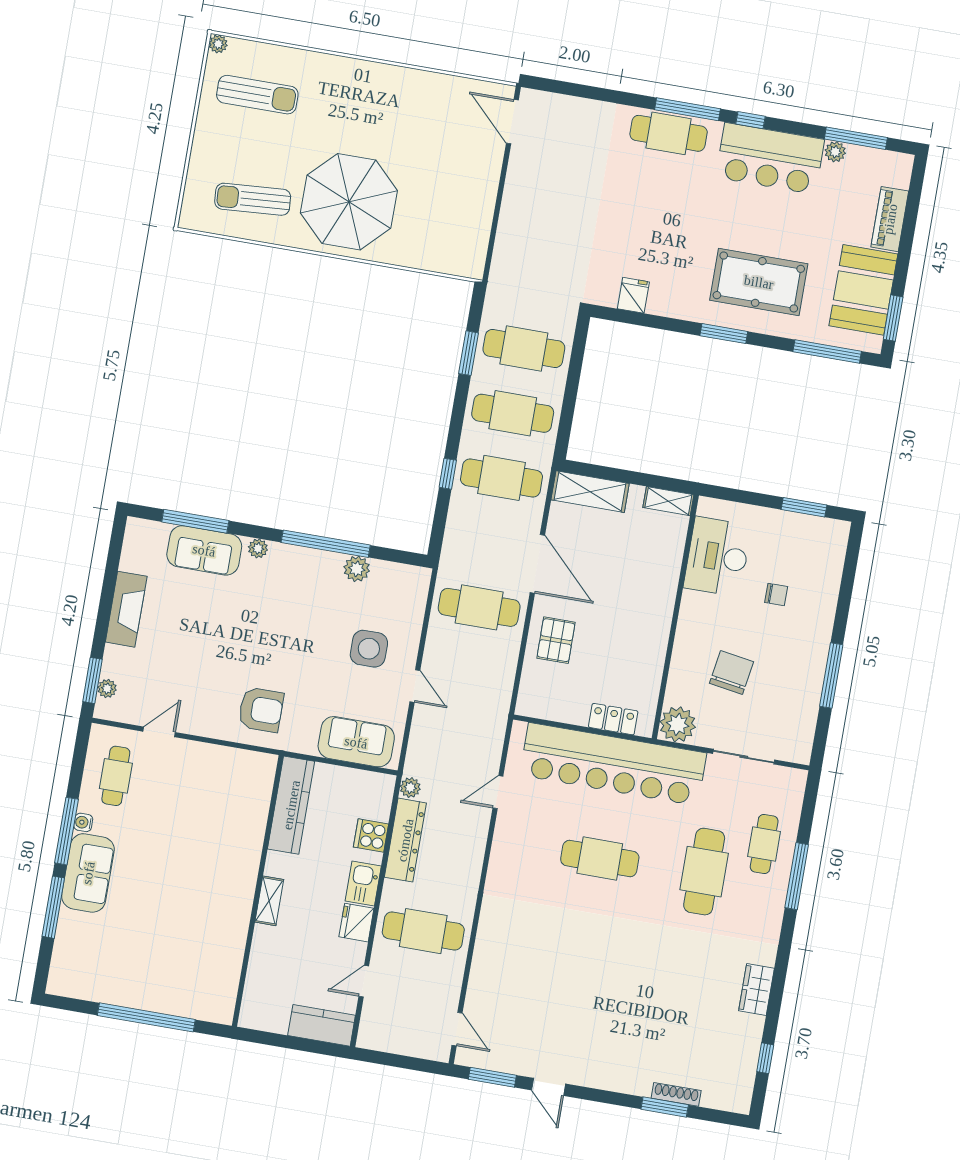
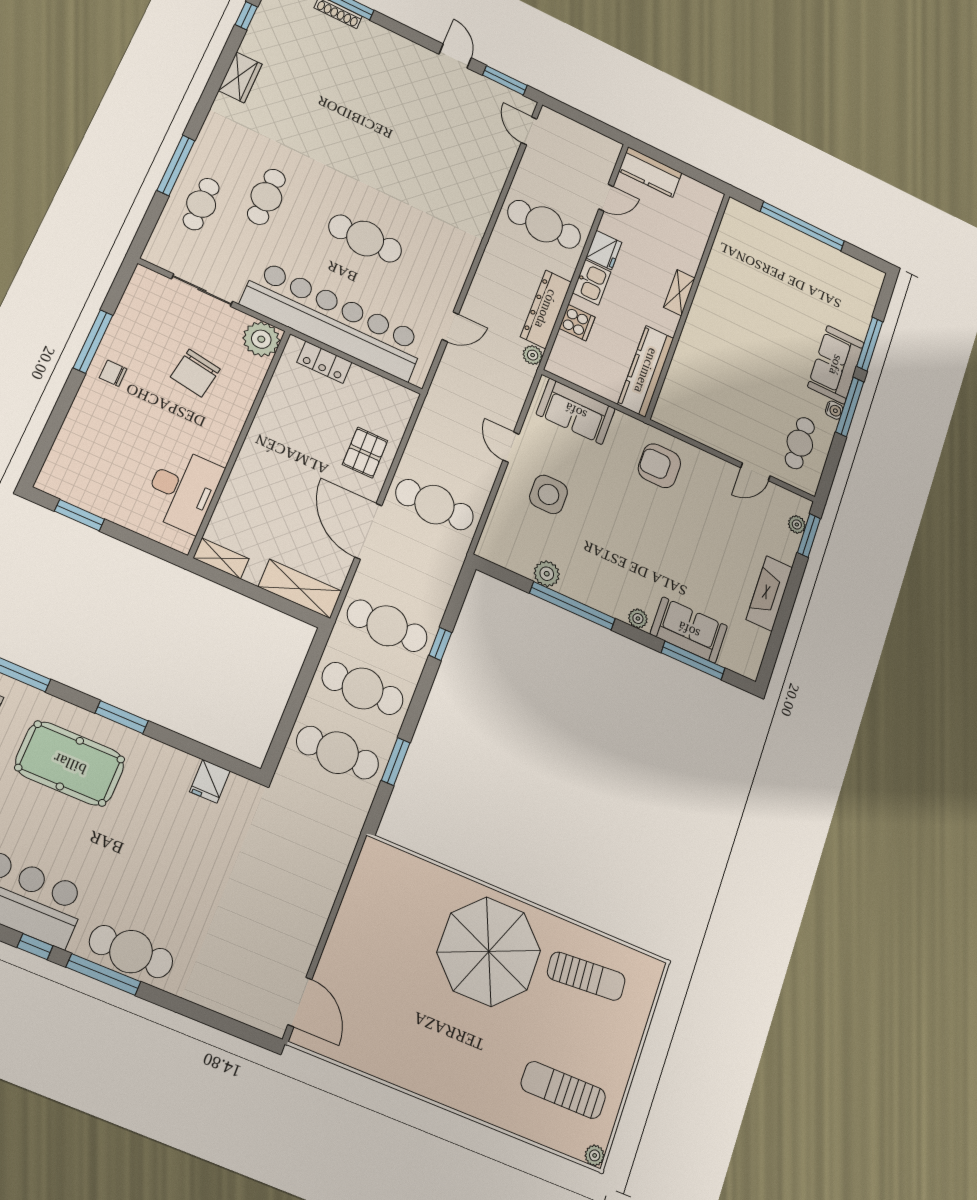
chair: (776, 595) -> (113, 373), moved
cafe table: (704, 872) -> (266, 197), width x0.73, depth x0.74

